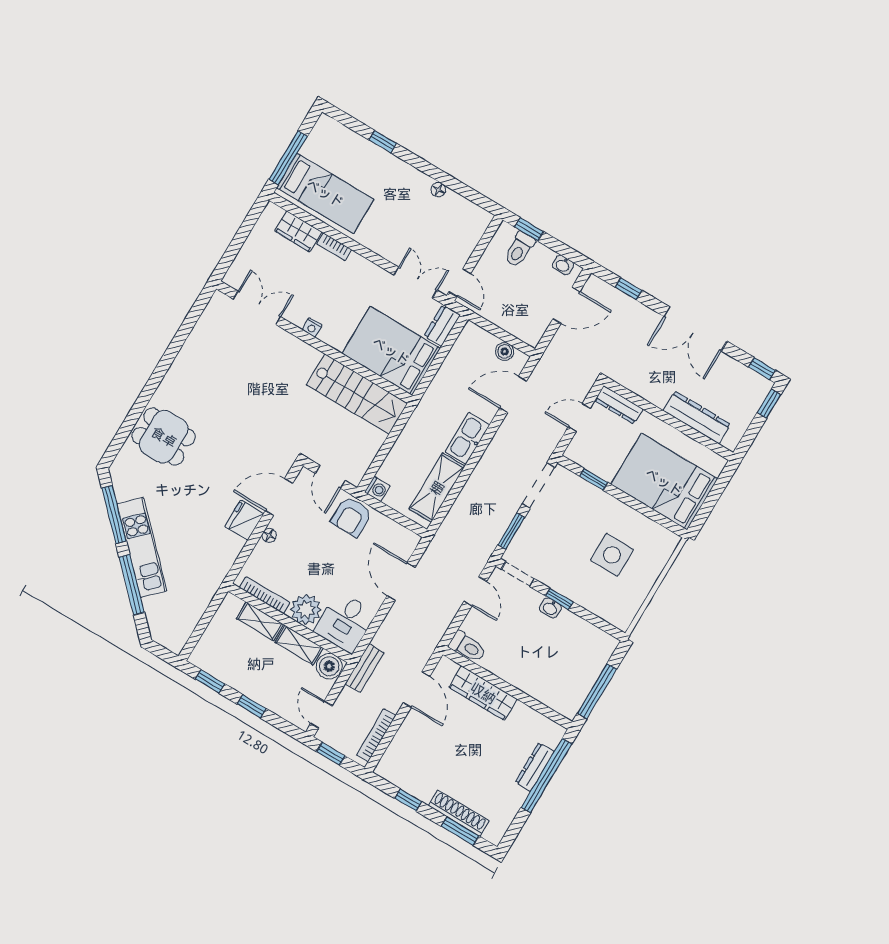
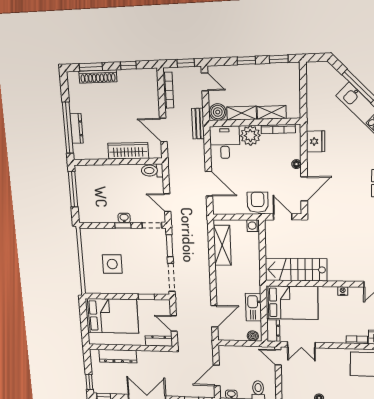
boiler: (505, 351) -> (253, 336), moved
door: (579, 418) -> (174, 324), swing flipped
kitchen sink: (467, 438) -> (253, 307), moved, turned 180
fridge: (244, 520) -> (316, 141), moved

